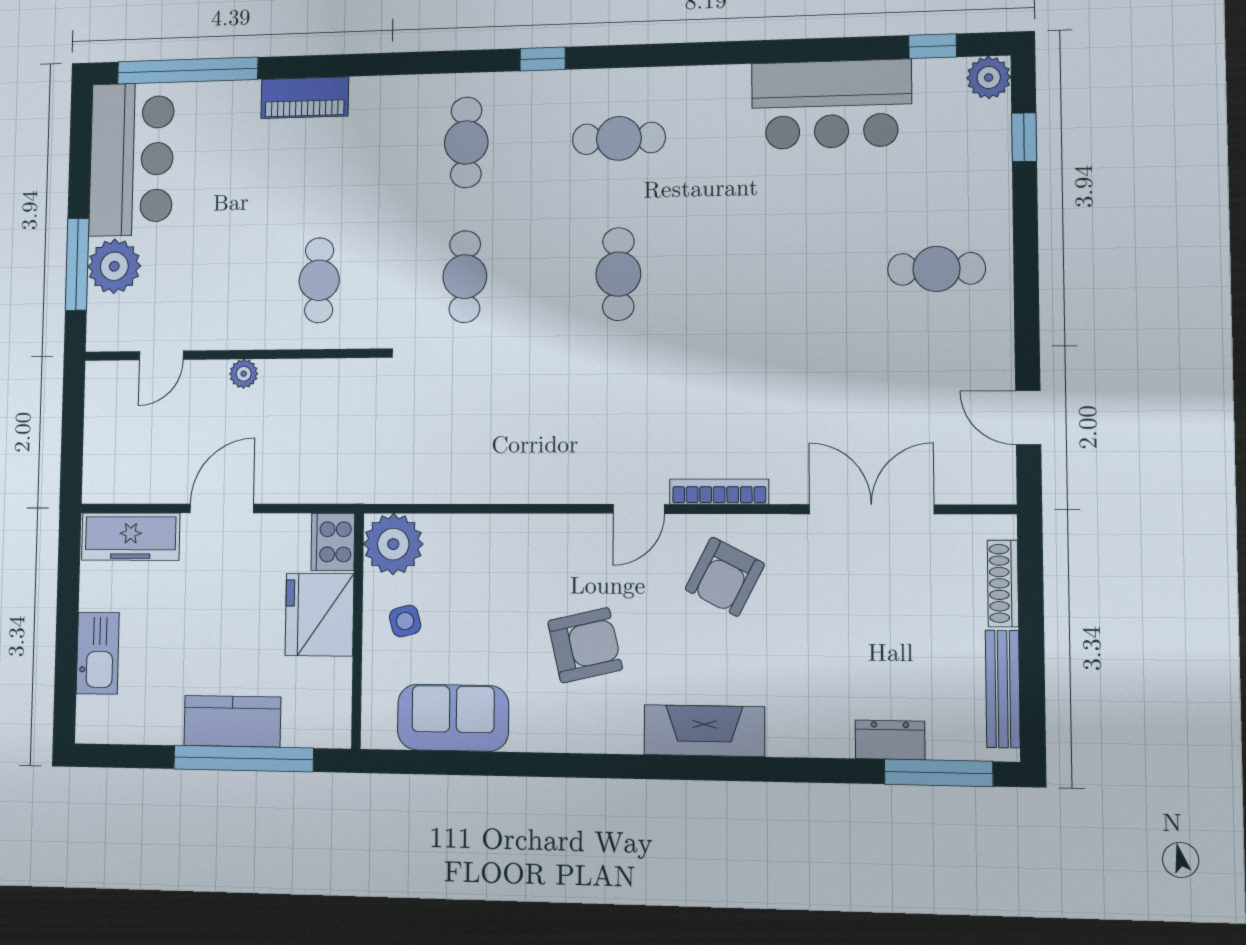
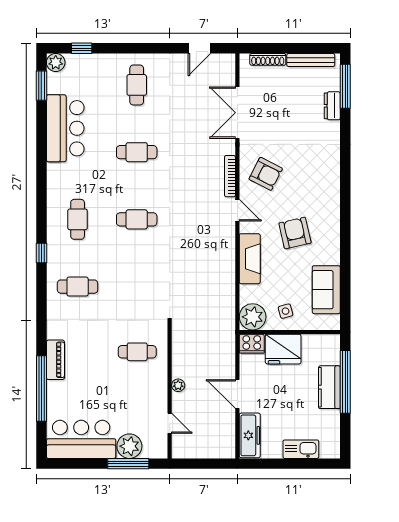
window: (933, 46) -> (41, 86), width x1.50
window: (188, 71) -> (41, 388), moved
cafe table: (465, 277) -> (137, 152), moved
fireplace: (704, 731) -> (250, 259), moved, turned 180

